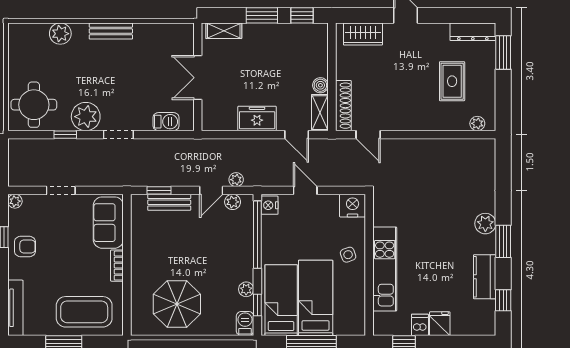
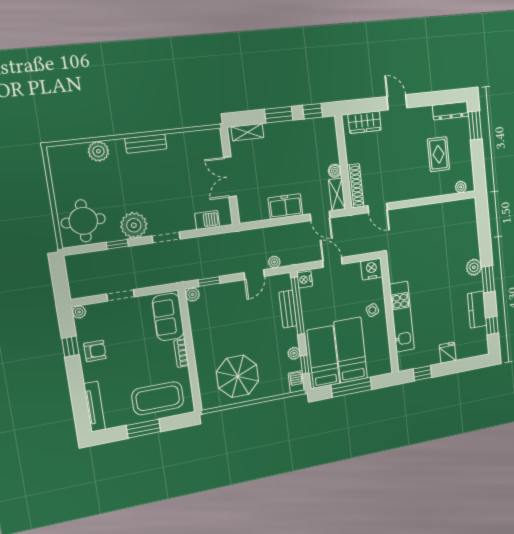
bench: (169, 202) -> (288, 309), moved, turned 90
plant: (233, 202) -> (193, 295), moved
dishwasher: (420, 325) -> (433, 356), removed

